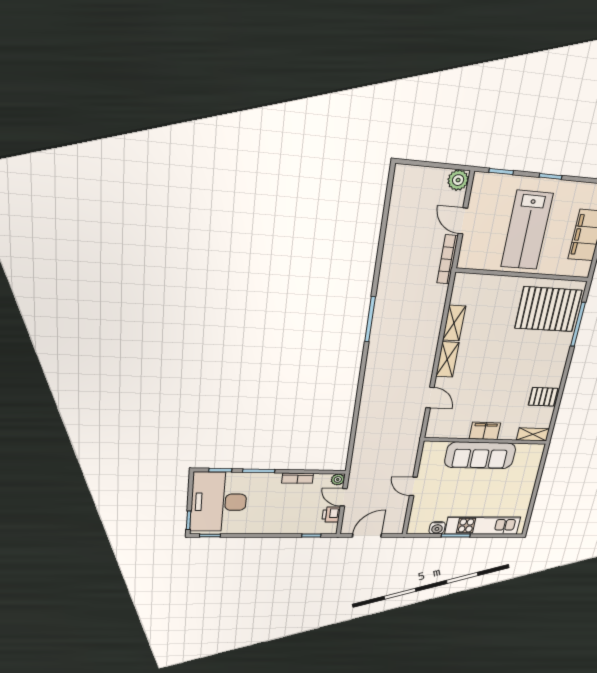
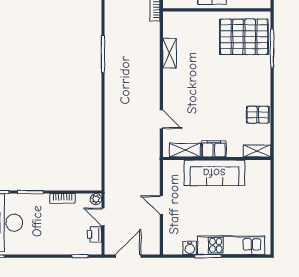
shelving: (447, 360) -> (185, 150), moved, turned 90

